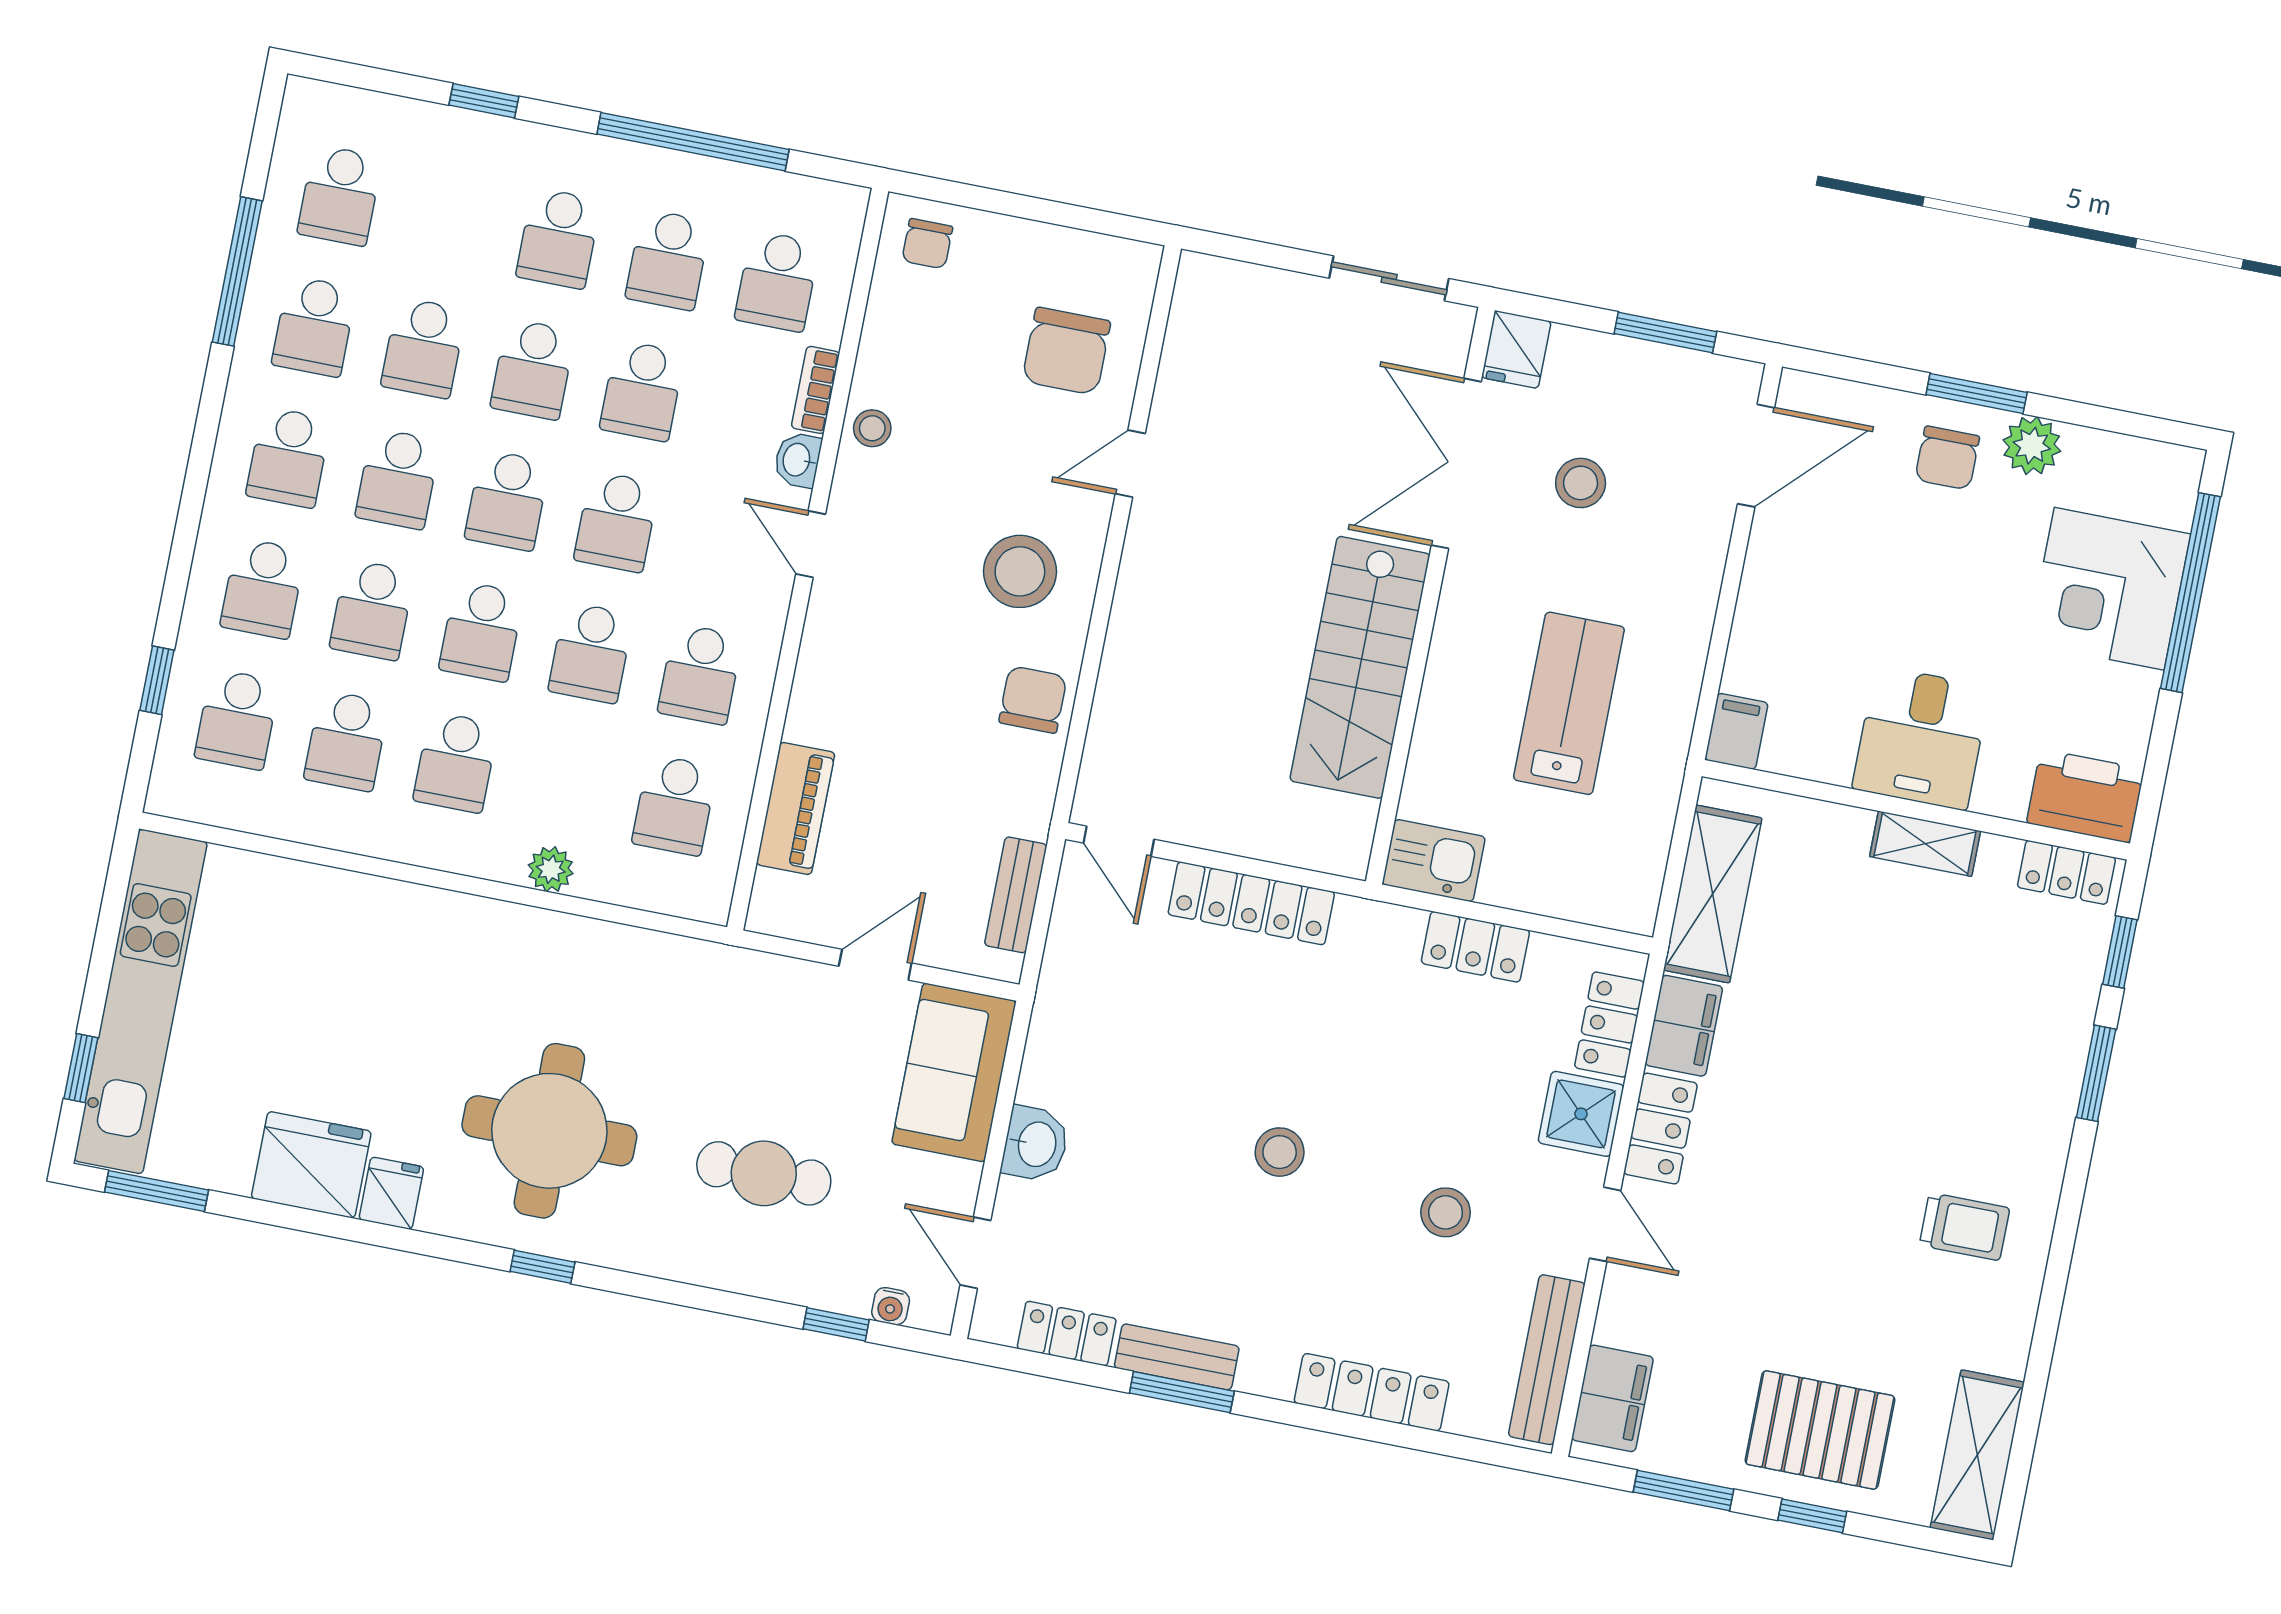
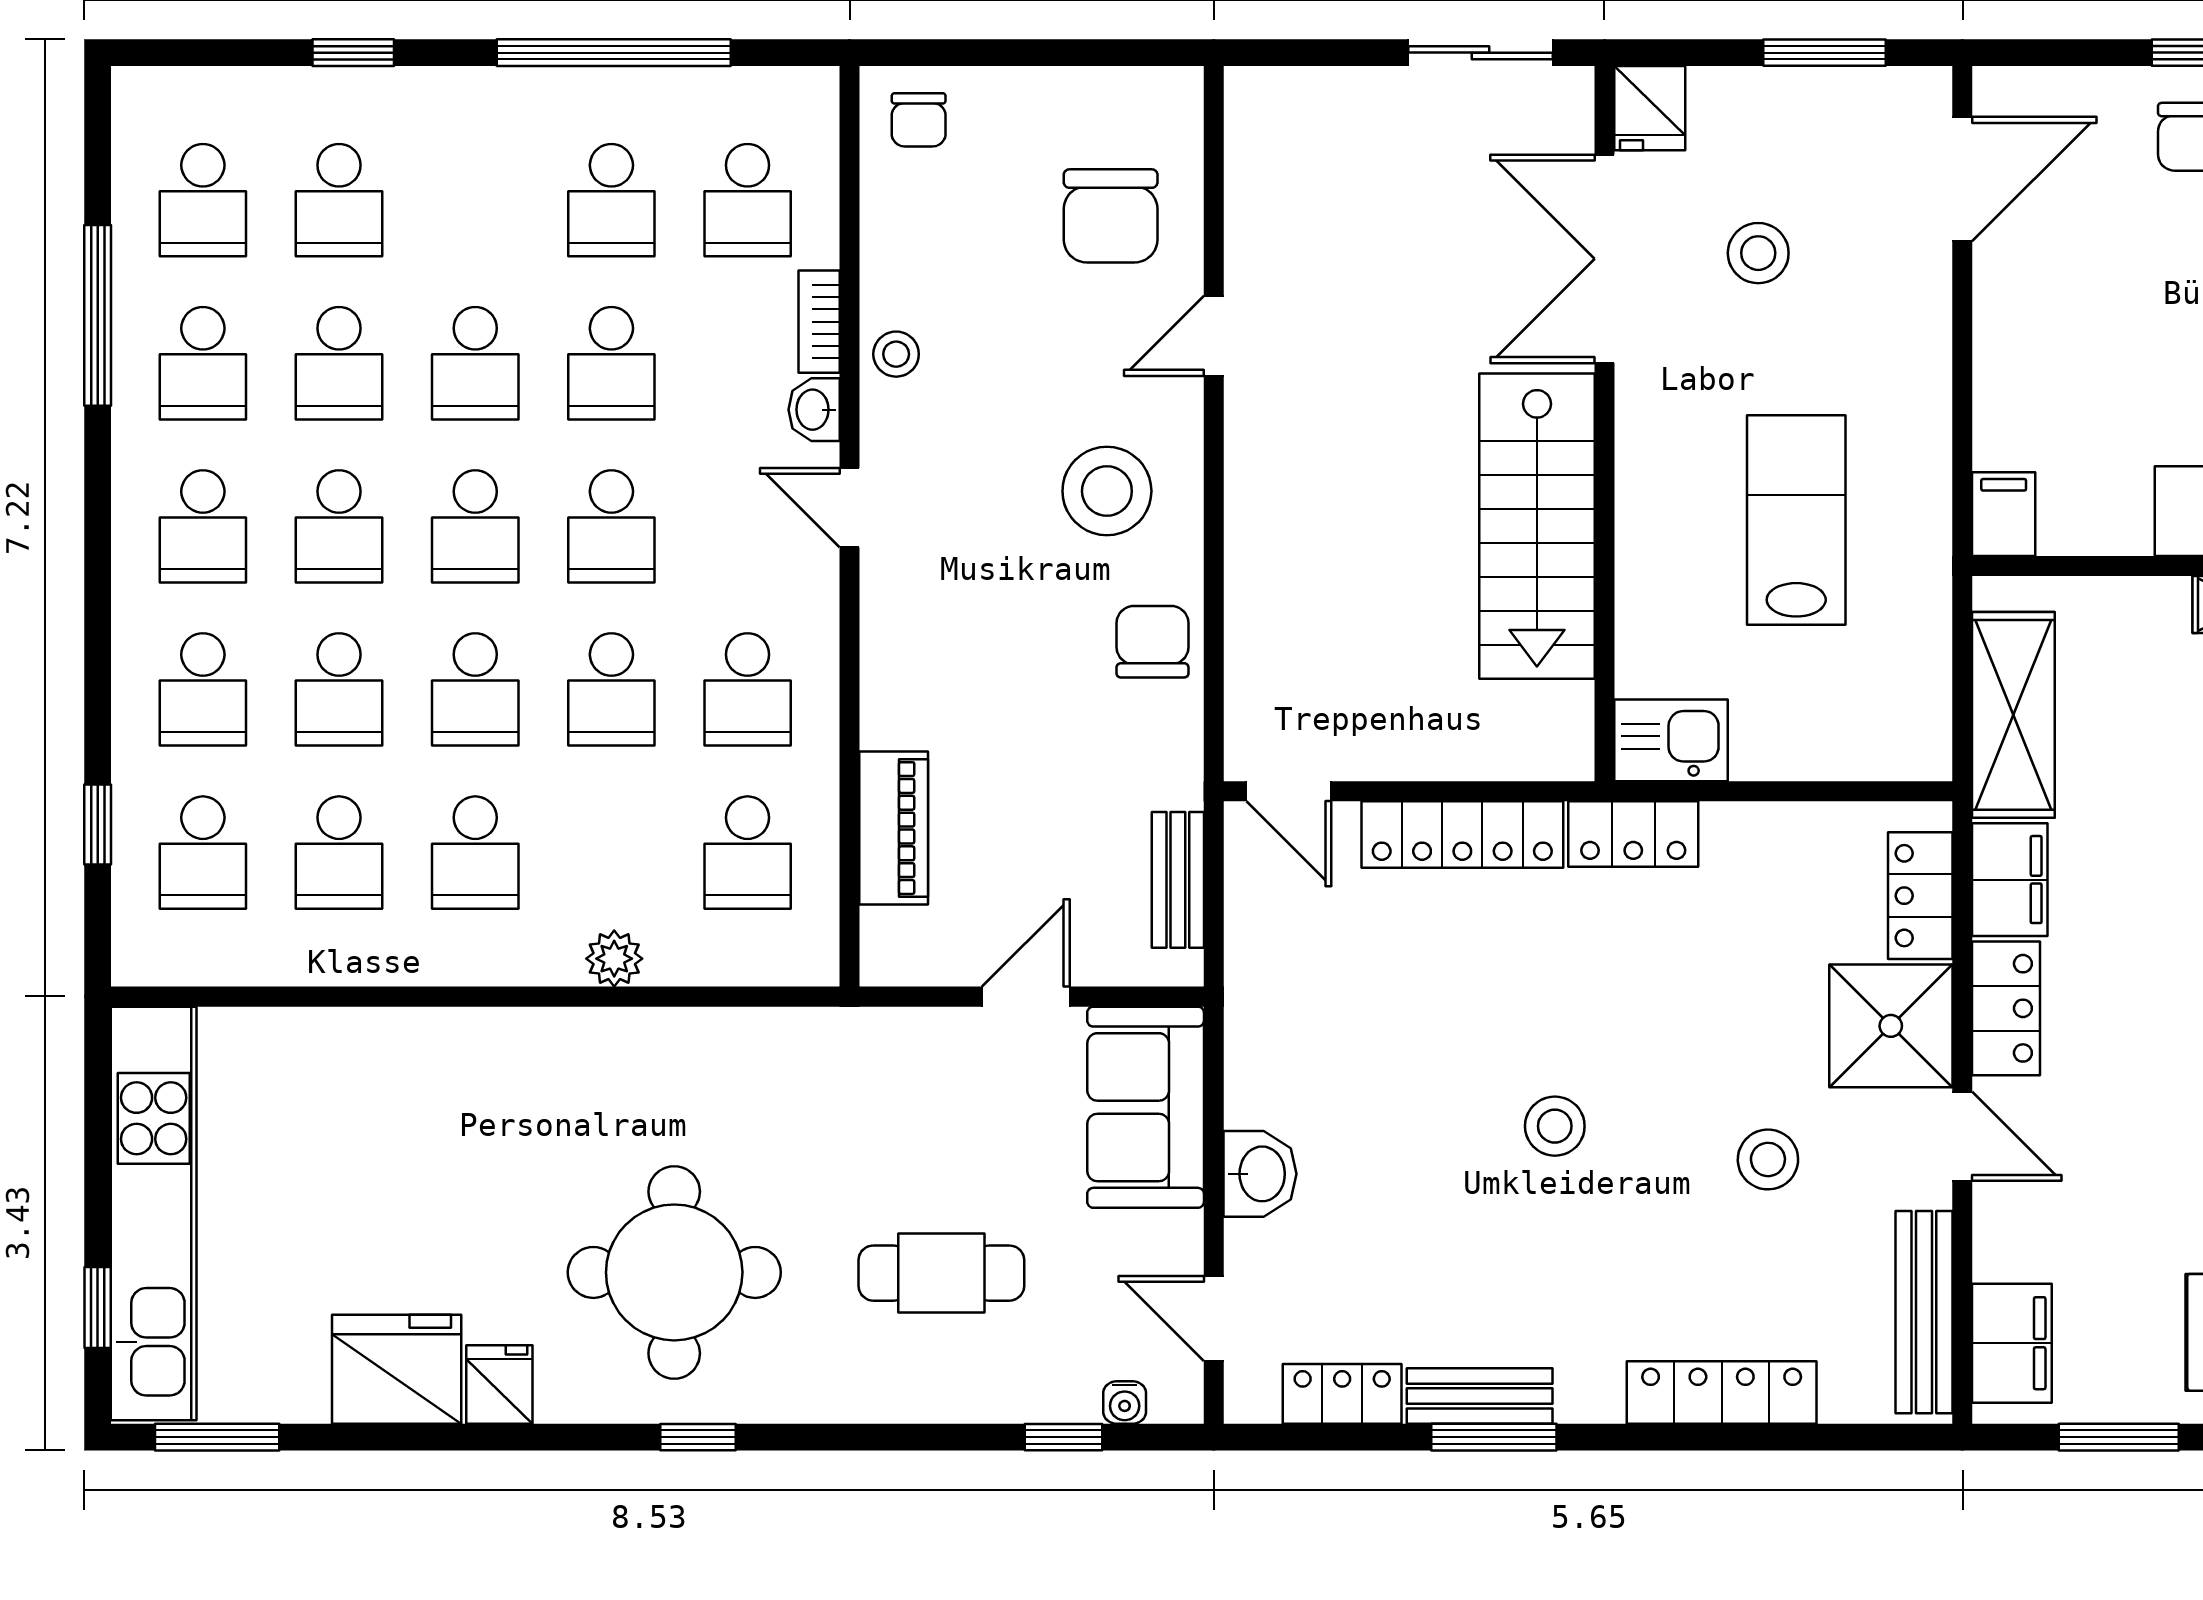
school desk: (559, 238) -> (339, 200), moved
locker: (1475, 947) -> (1633, 834), moved
shower: (1581, 1114) -> (1891, 1026), width x1.36, depth x1.36

